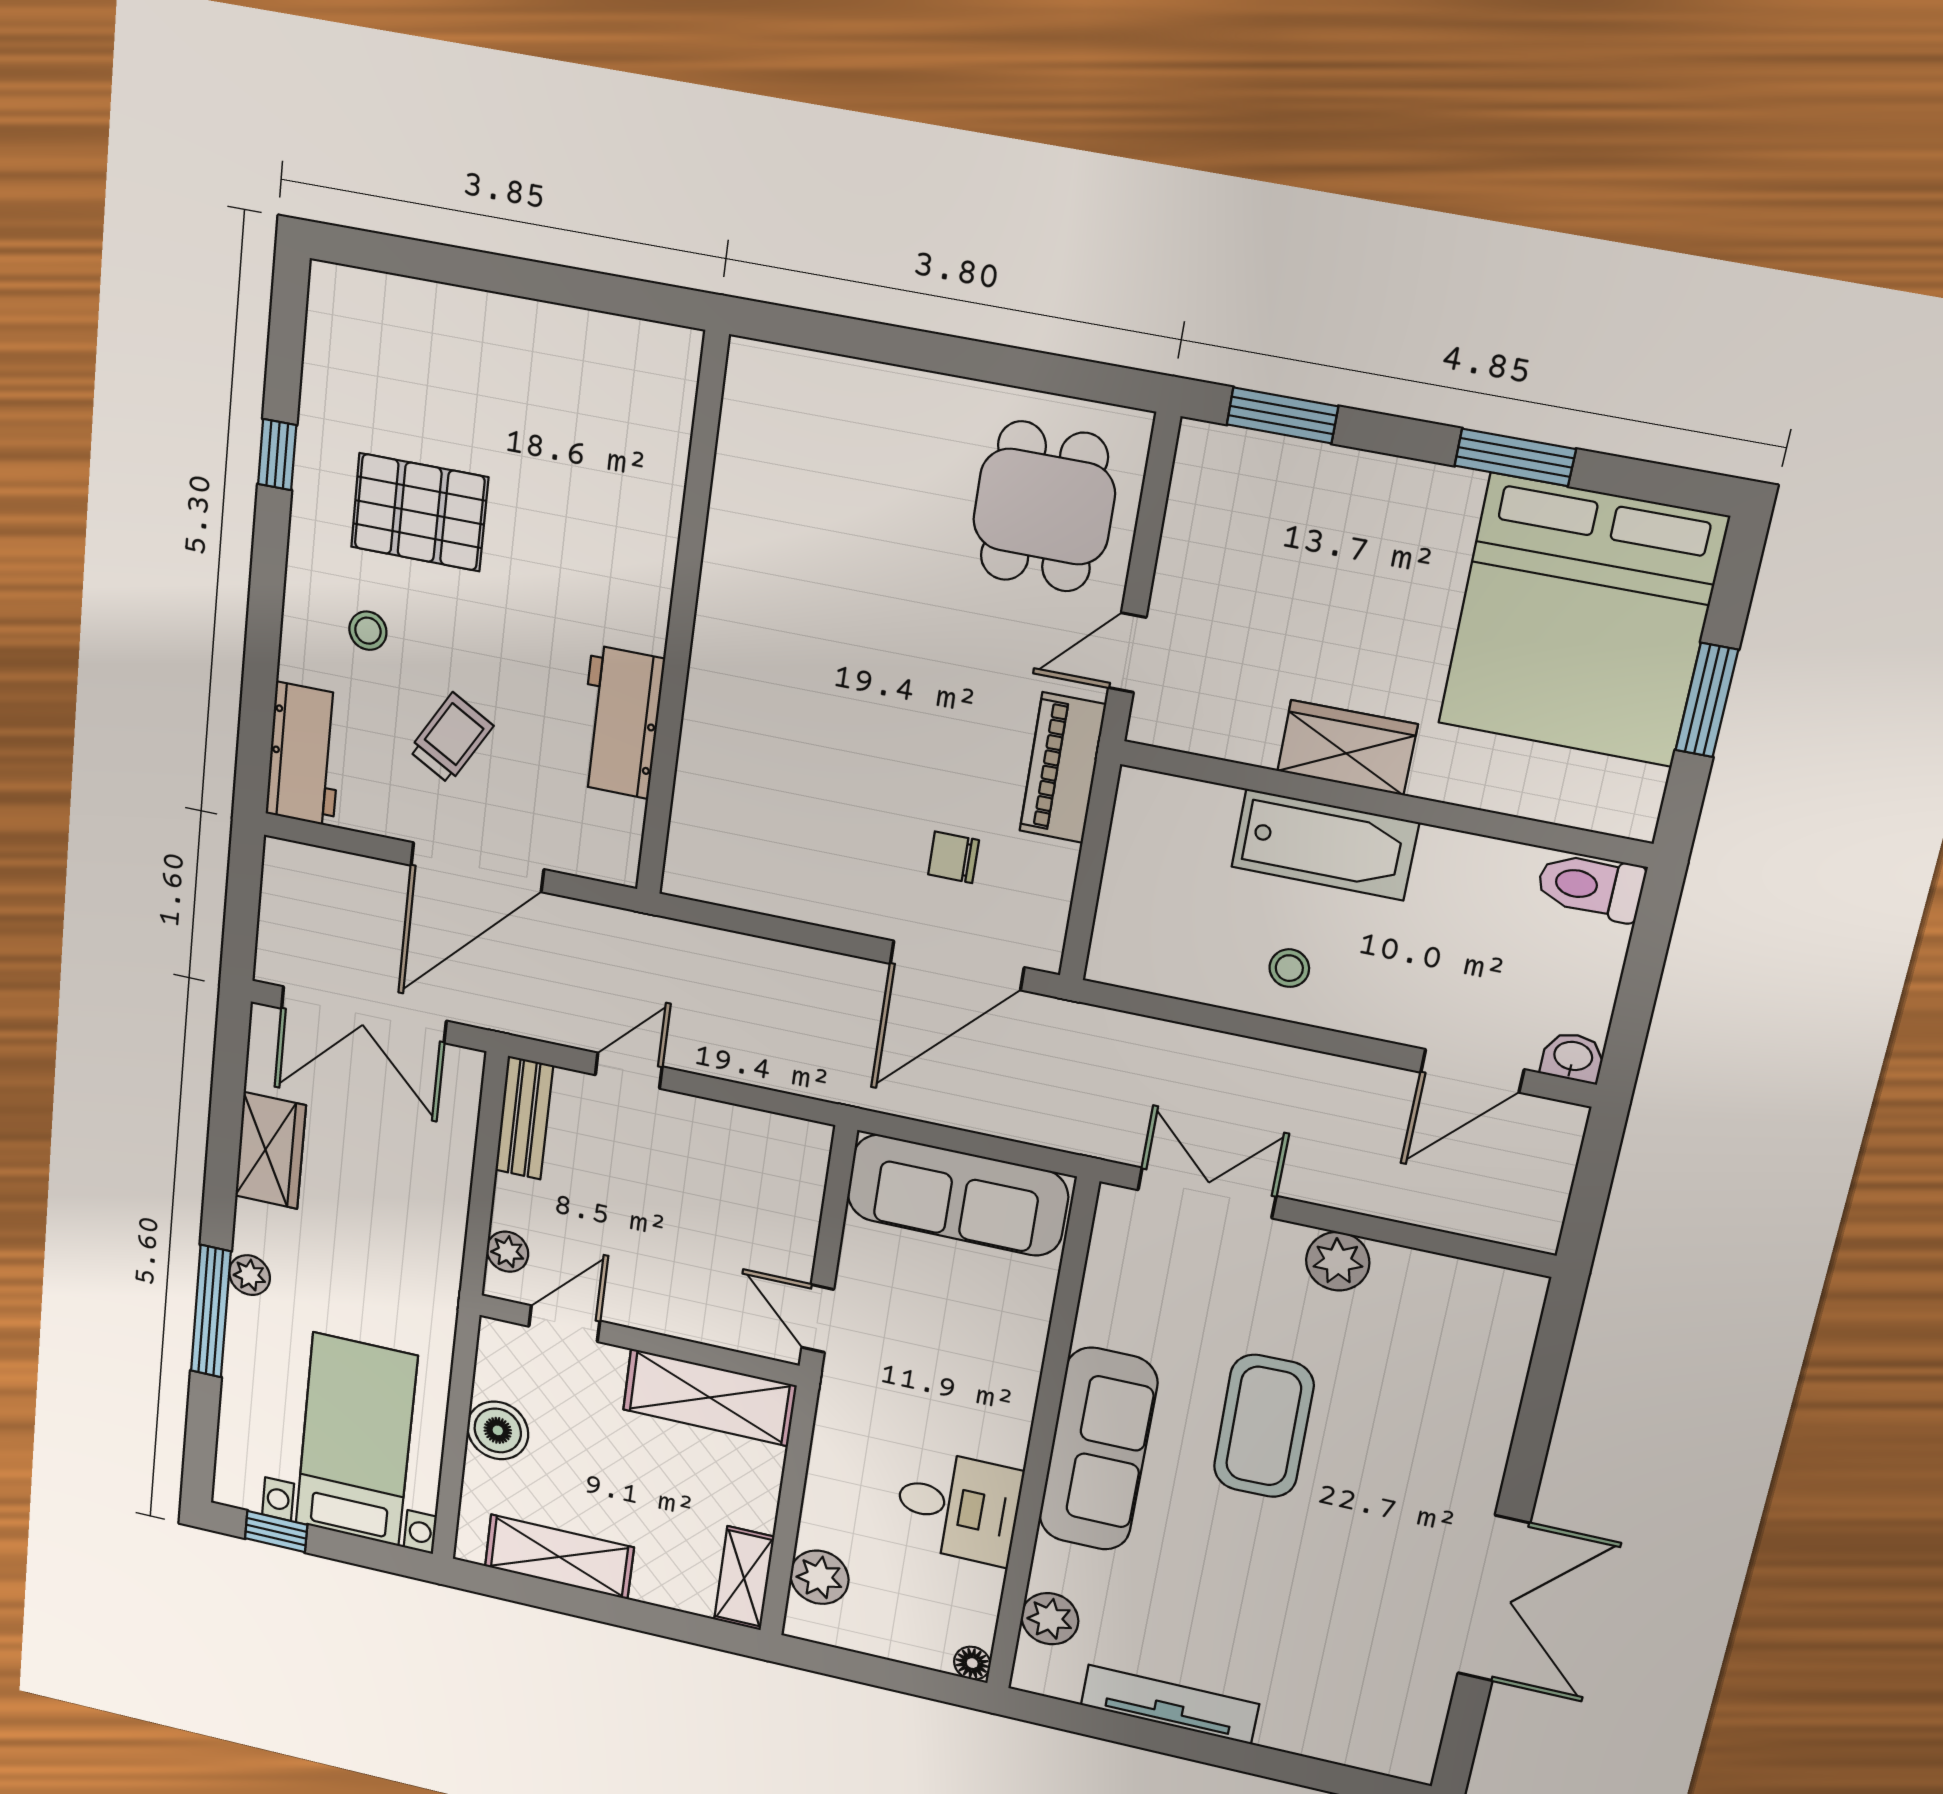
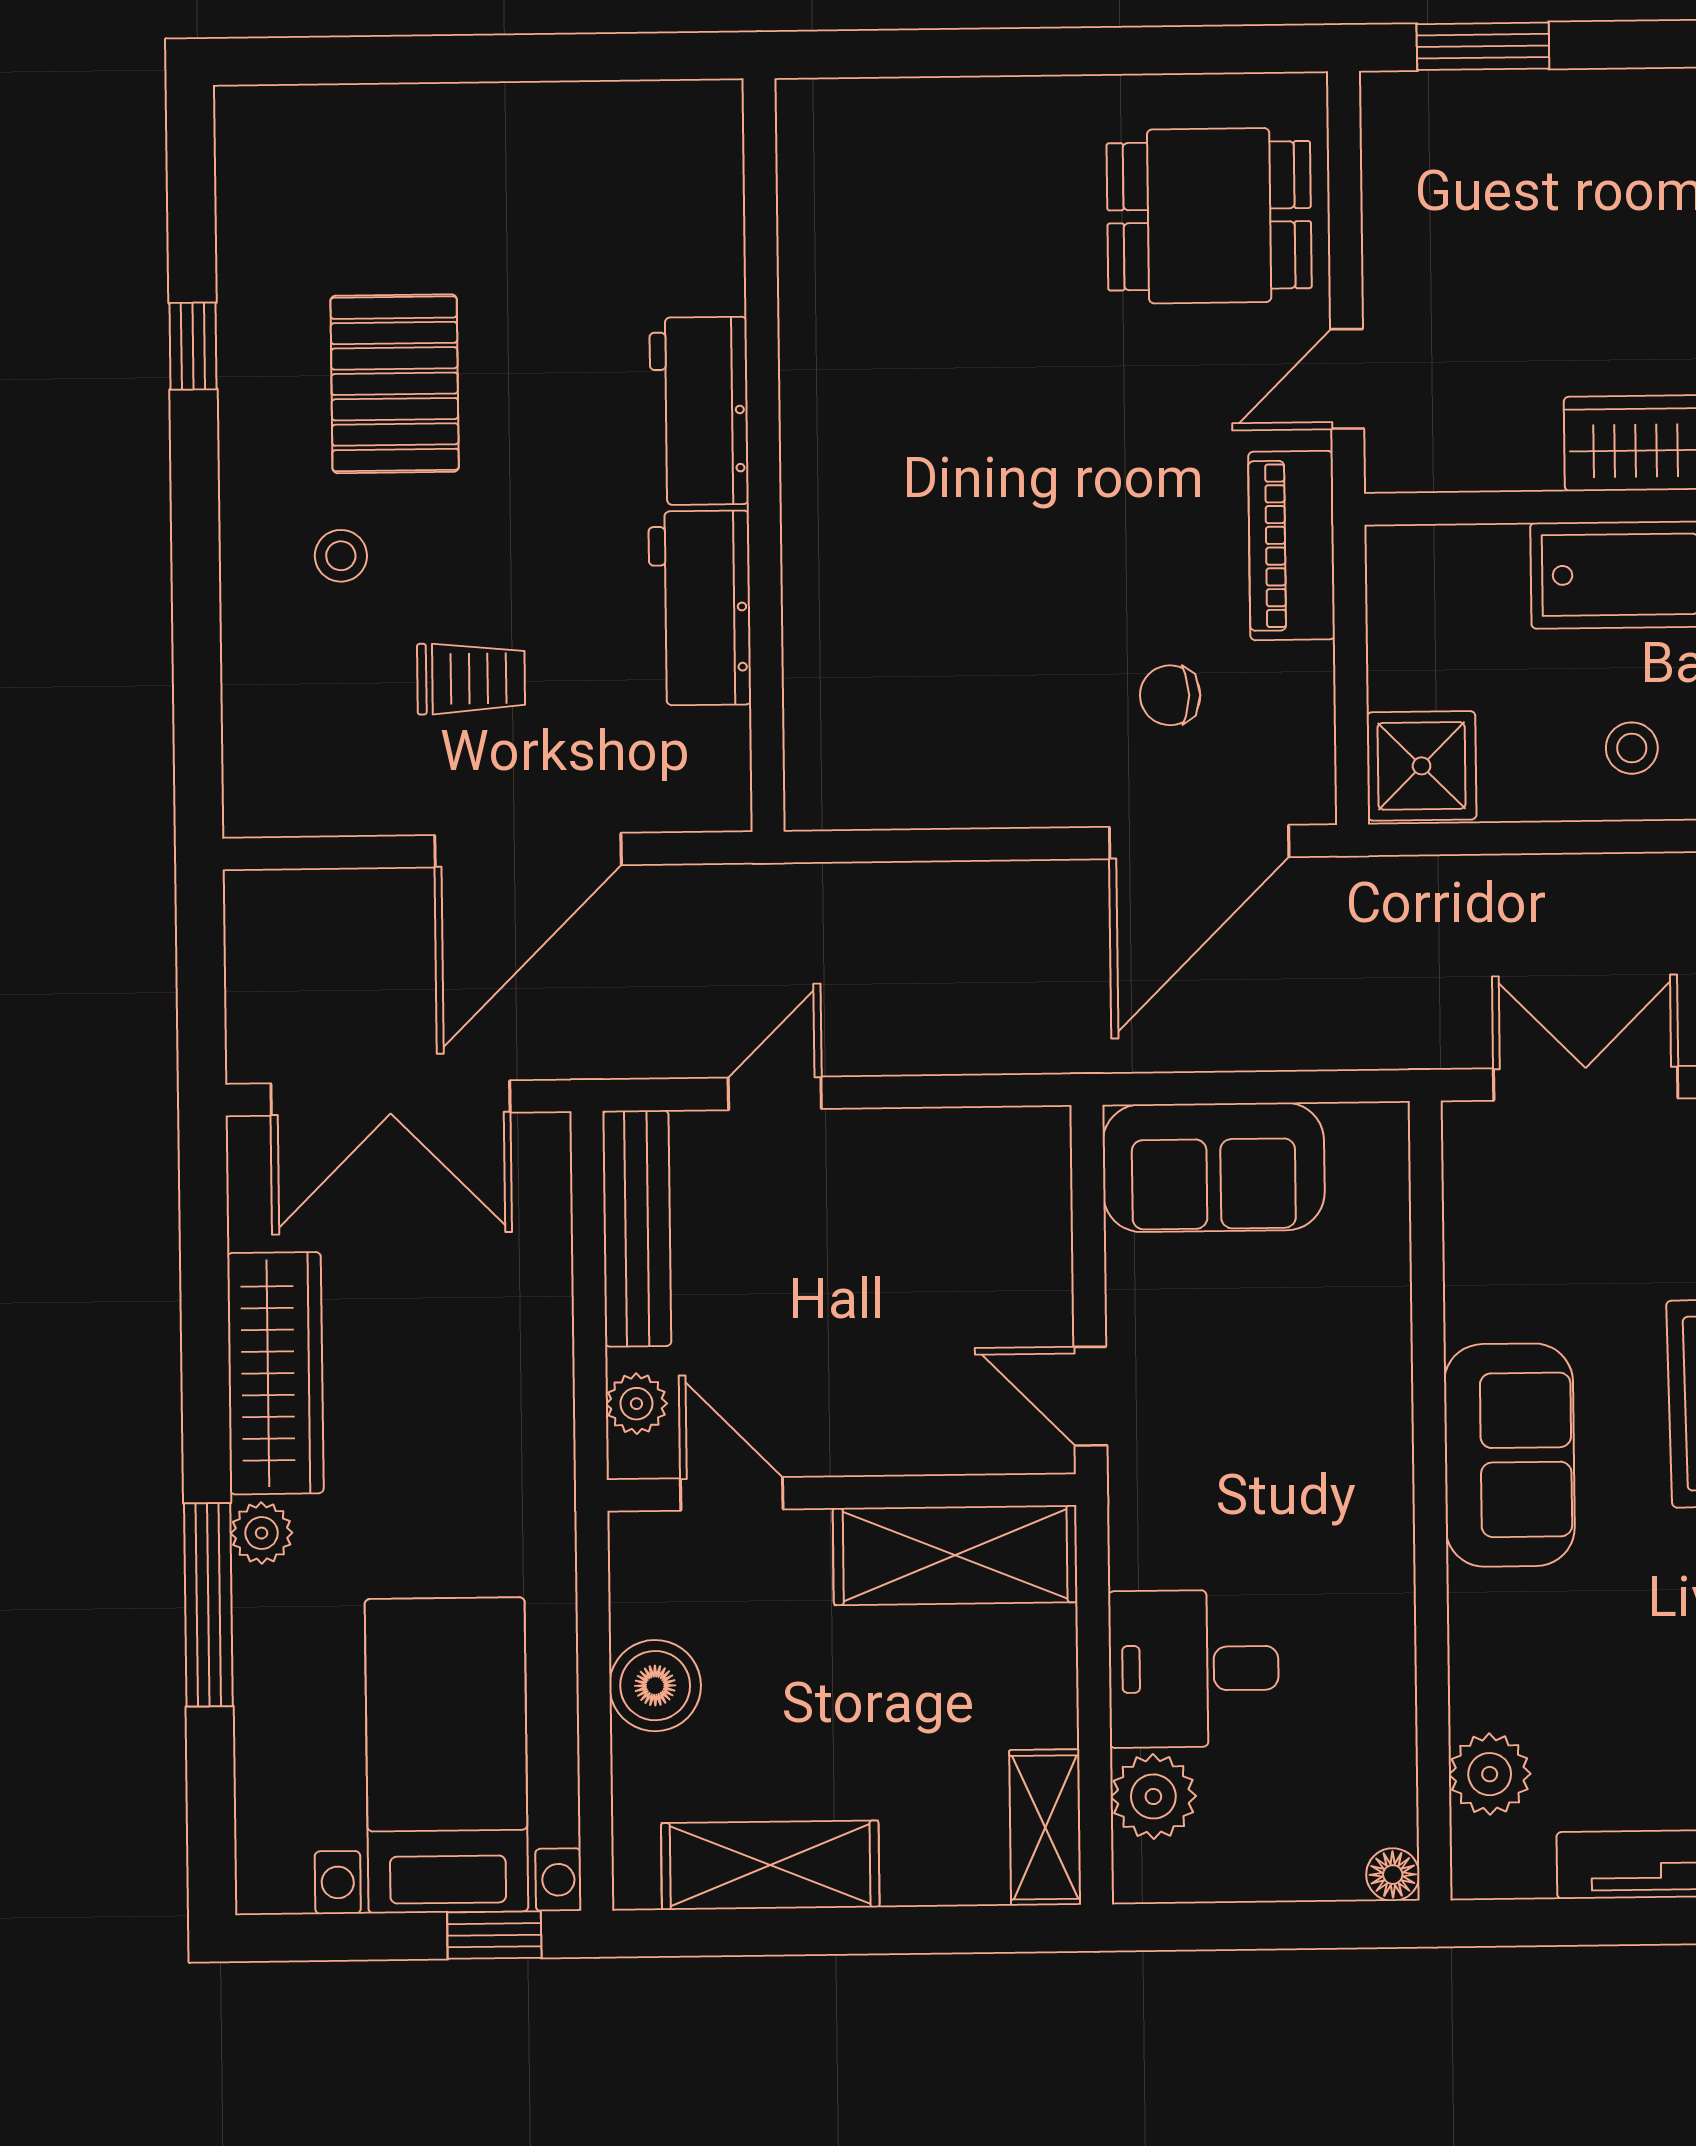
dining table: (1044, 507) -> (1209, 216), turned 90
pallet: (420, 512) -> (395, 384), turned 90
trolley: (451, 738) -> (471, 679), turned 60
workbench: (305, 754) -> (699, 411), moved, turned 180
shower: (1130, 947) -> (1422, 766), added
bench: (524, 1118) -> (637, 1228), width x1.36
wardrobe: (270, 1151) -> (275, 1373), width x1.50
sofa: (957, 1195) -> (1214, 1167), width x0.73
door: (564, 1324) -> (732, 1494), hinge flipped
sofa: (1098, 1449) -> (1509, 1455), width x0.73
desk: (958, 1507) -> (1194, 1669), moved, turned 180
window: (276, 1532) -> (494, 1935), moved

